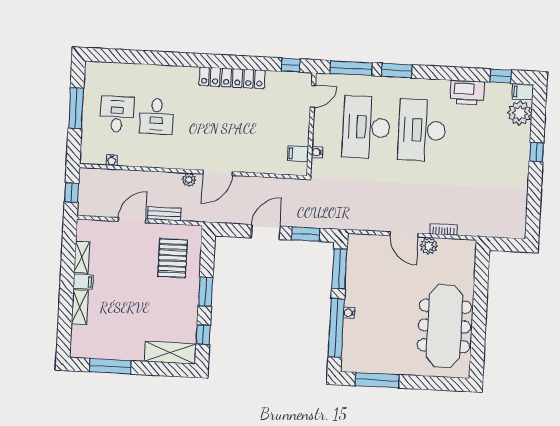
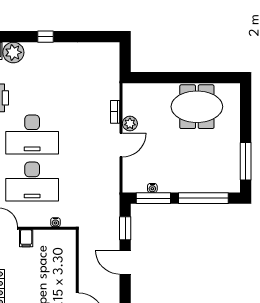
filing cabinet: (298, 154) -> (26, 238), moved
water cooler: (349, 313) -> (152, 188), moved
meeting table: (444, 326) -> (197, 107), width x0.73

